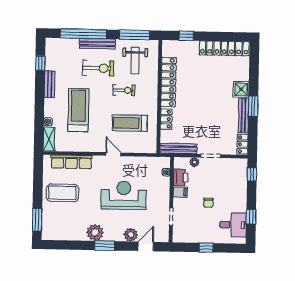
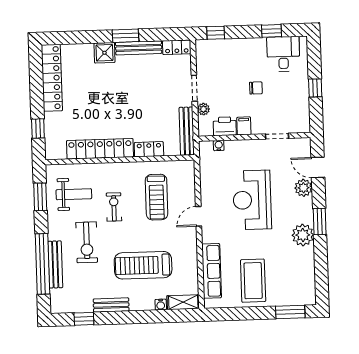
window: (134, 35) -> (40, 197), width x0.69
bench: (97, 44) -> (55, 264), moved
exercise bike: (98, 68) -> (87, 242), turned 180

